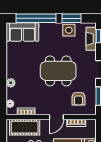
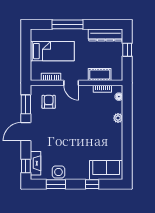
window: (36, 18) -> (92, 184), width x0.32
dining table: (58, 71) -> (69, 130), removed
door: (56, 117) -> (71, 83), swing flipped
cot: (25, 127) -> (100, 75), width x0.73, depth x0.75

